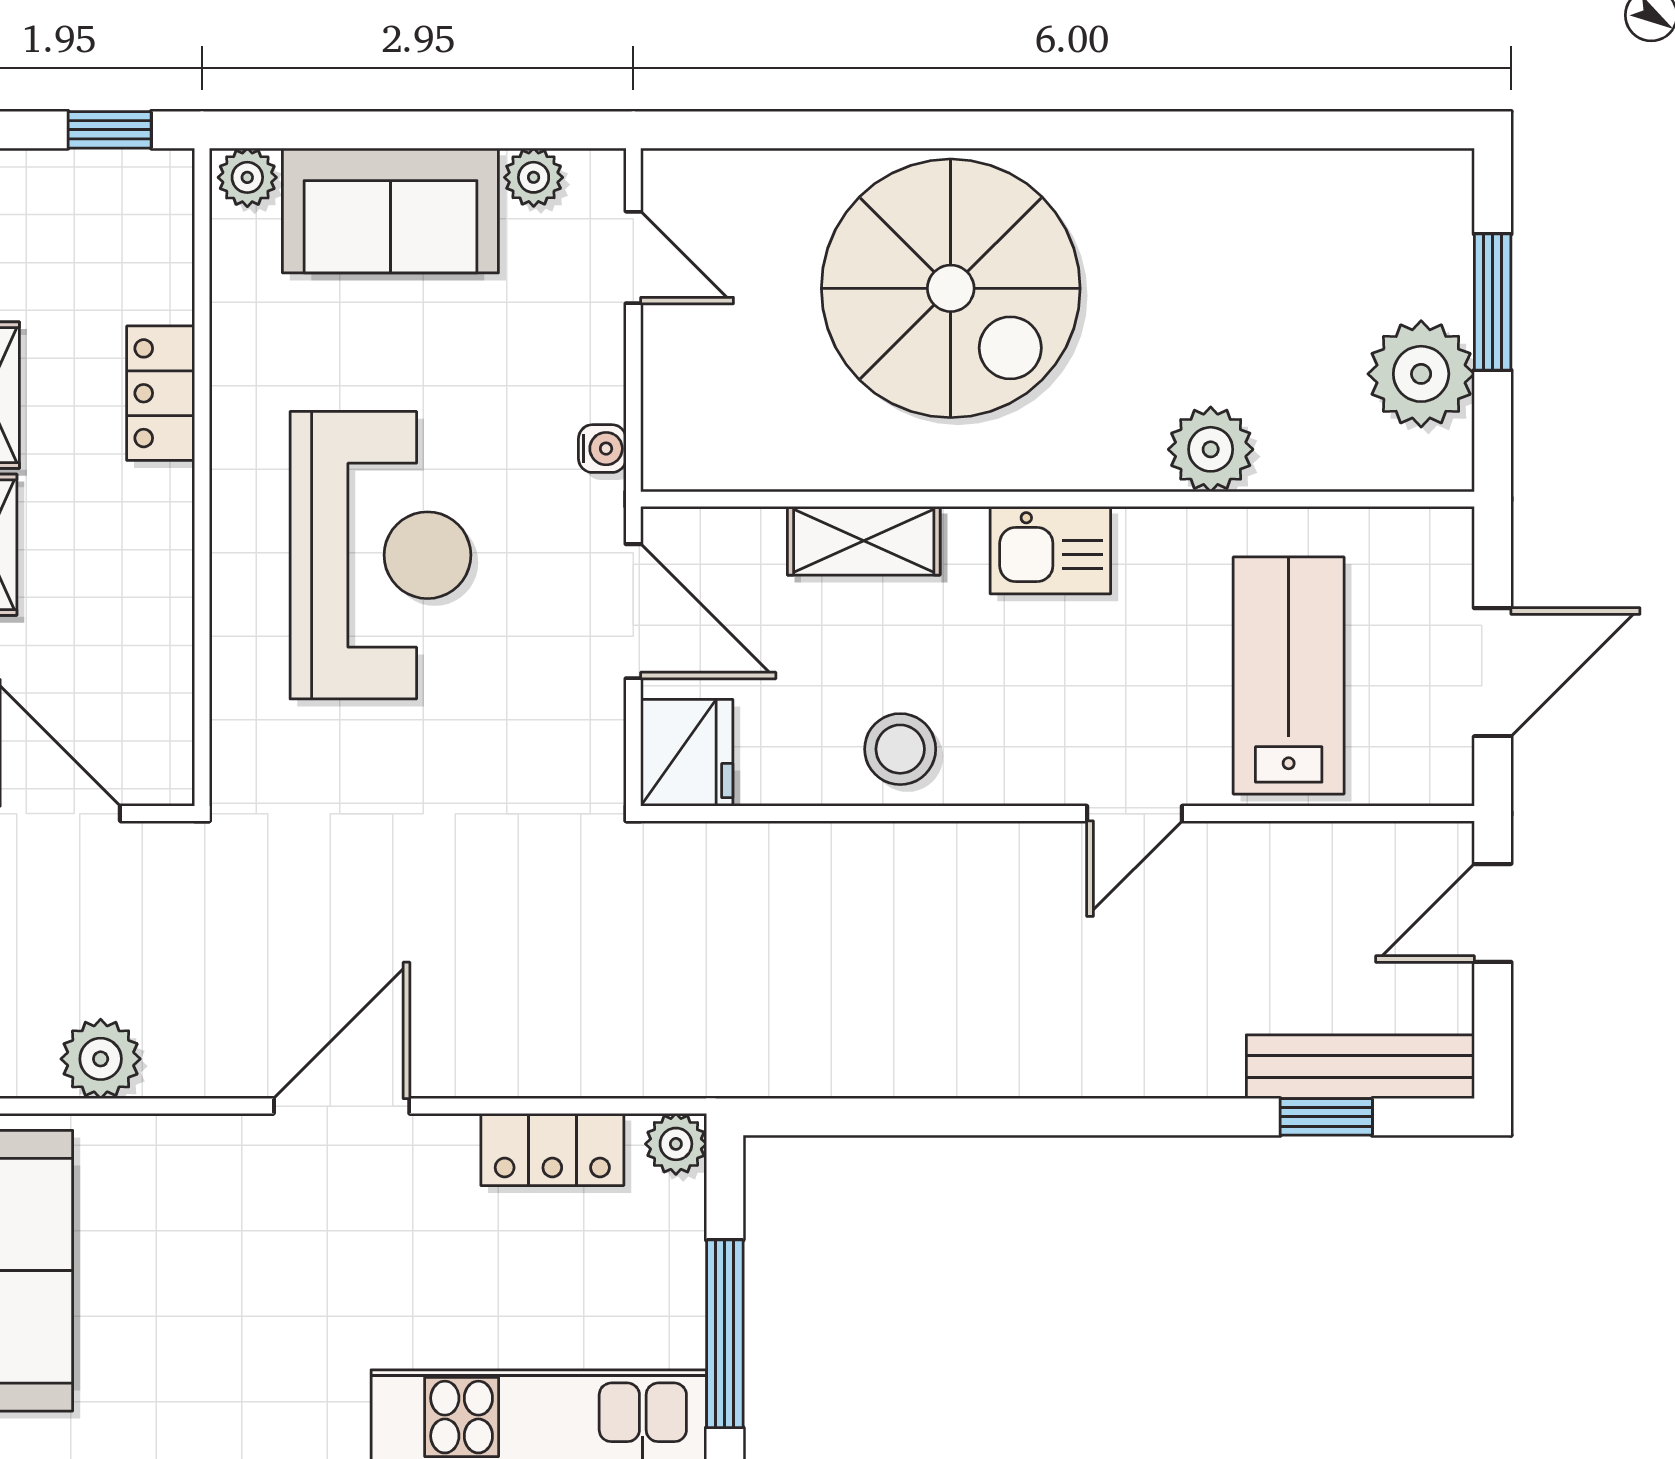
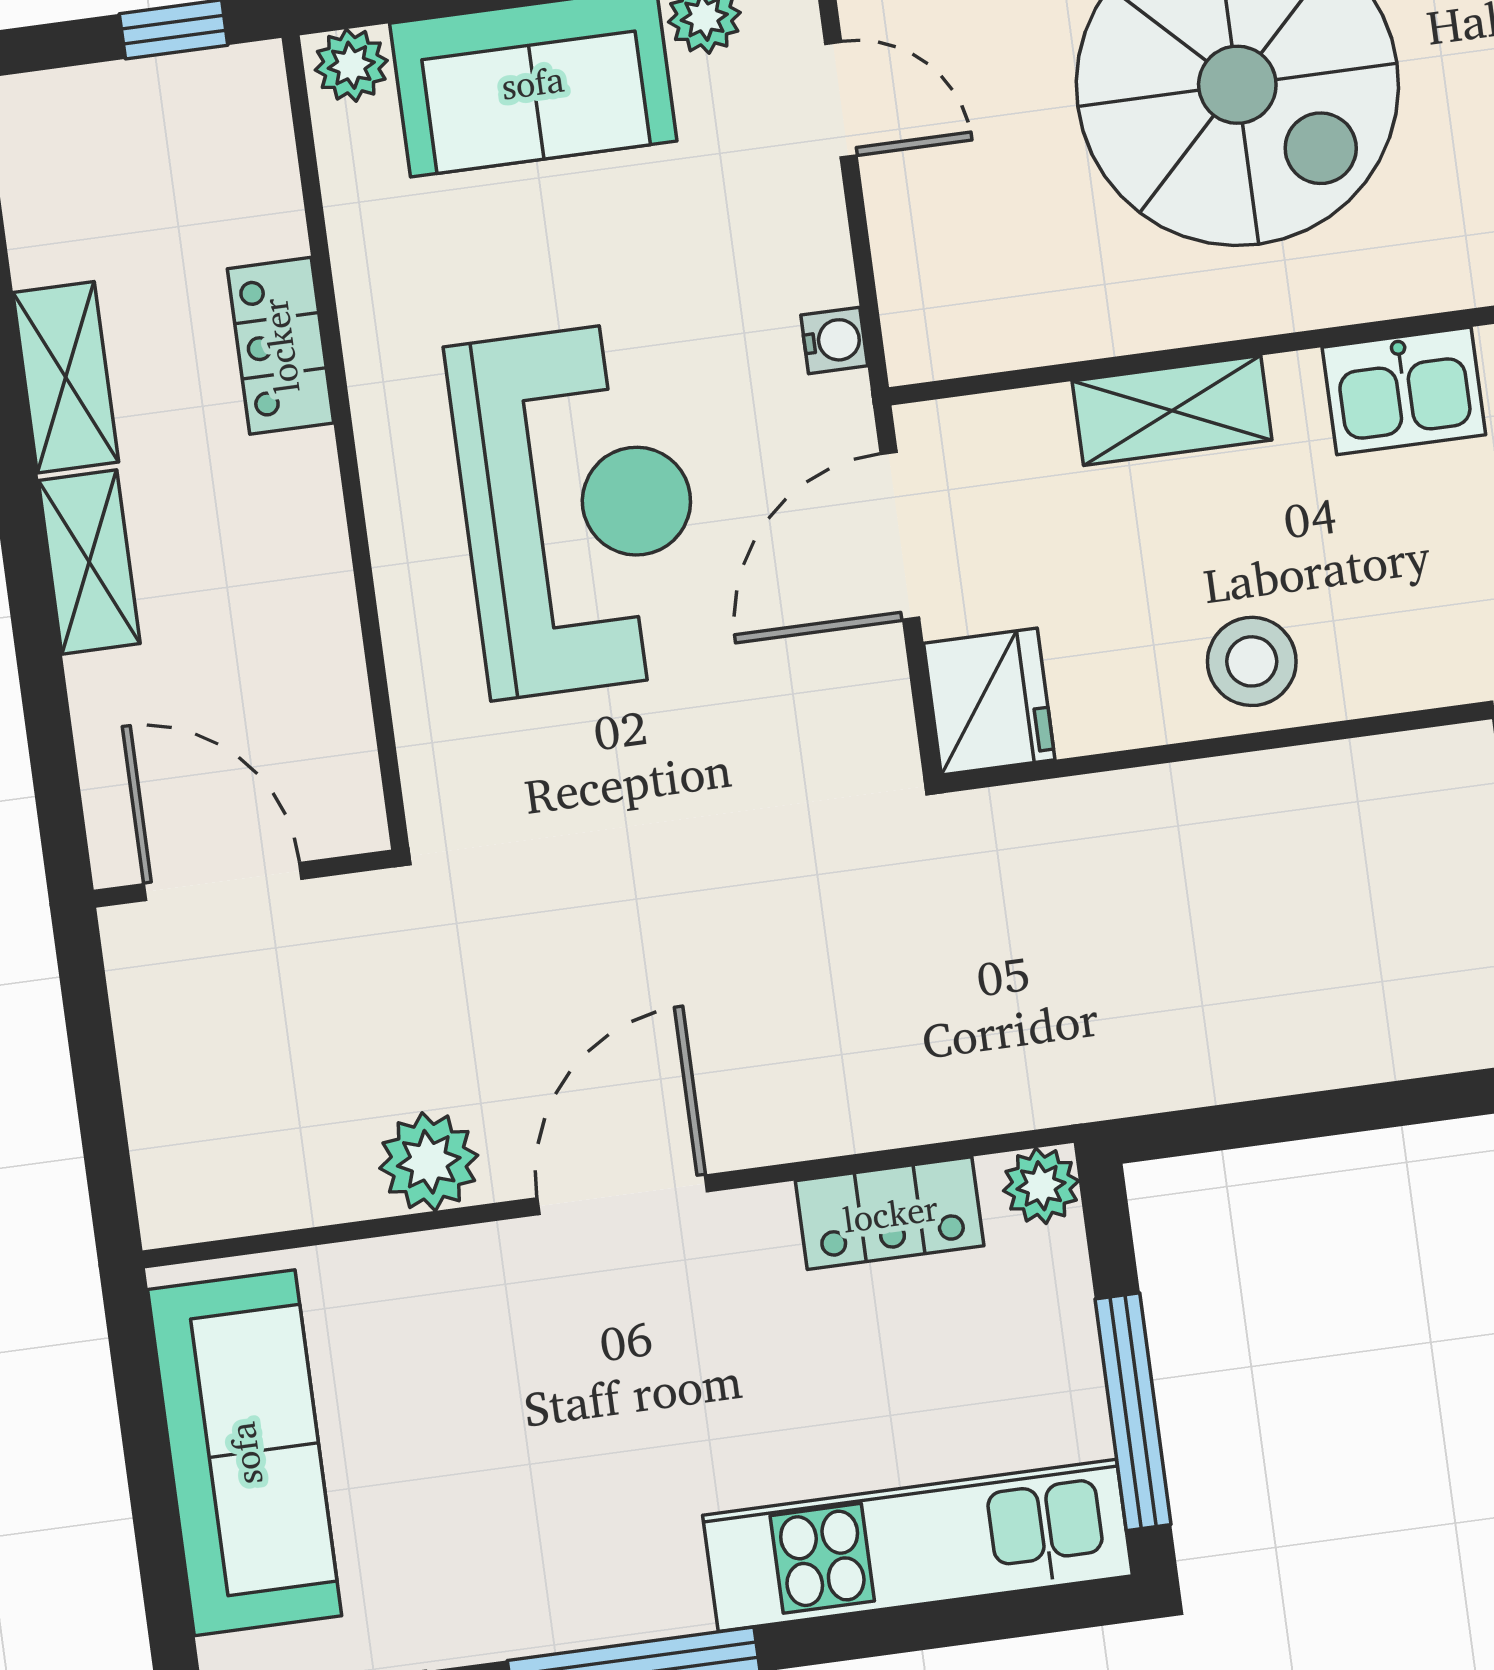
door: (633, 611) -> (900, 536), swing flipped
plant: (101, 1059) -> (429, 1162), moved

